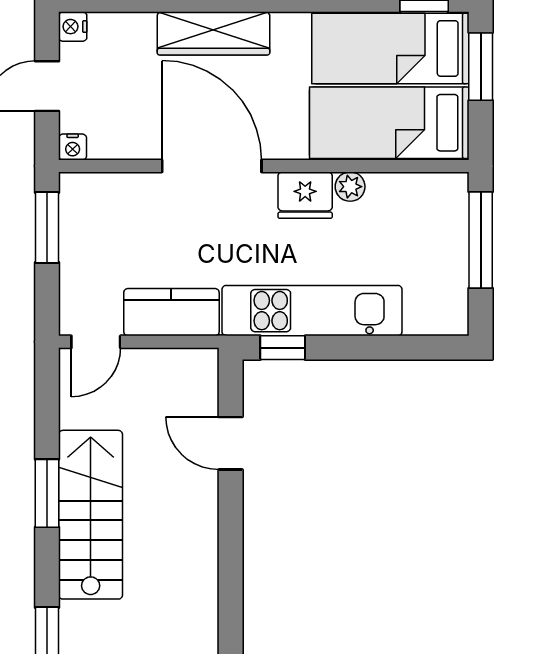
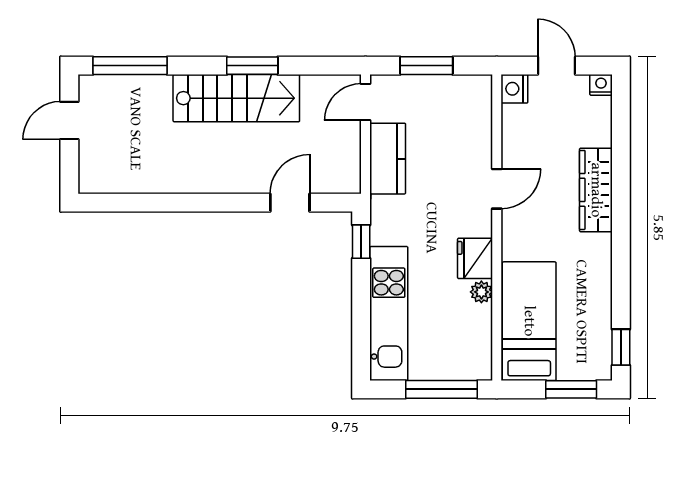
bed: (390, 48) -> (585, 322), removed
nightstand: (73, 147) -> (514, 89), width x1.39, depth x1.35
door: (212, 166) -> (497, 189), width x0.53
window: (47, 228) -> (426, 66), moved
kitchen unit: (312, 311) -> (389, 314), moved
door: (96, 342) -> (366, 102), hinge flipped

